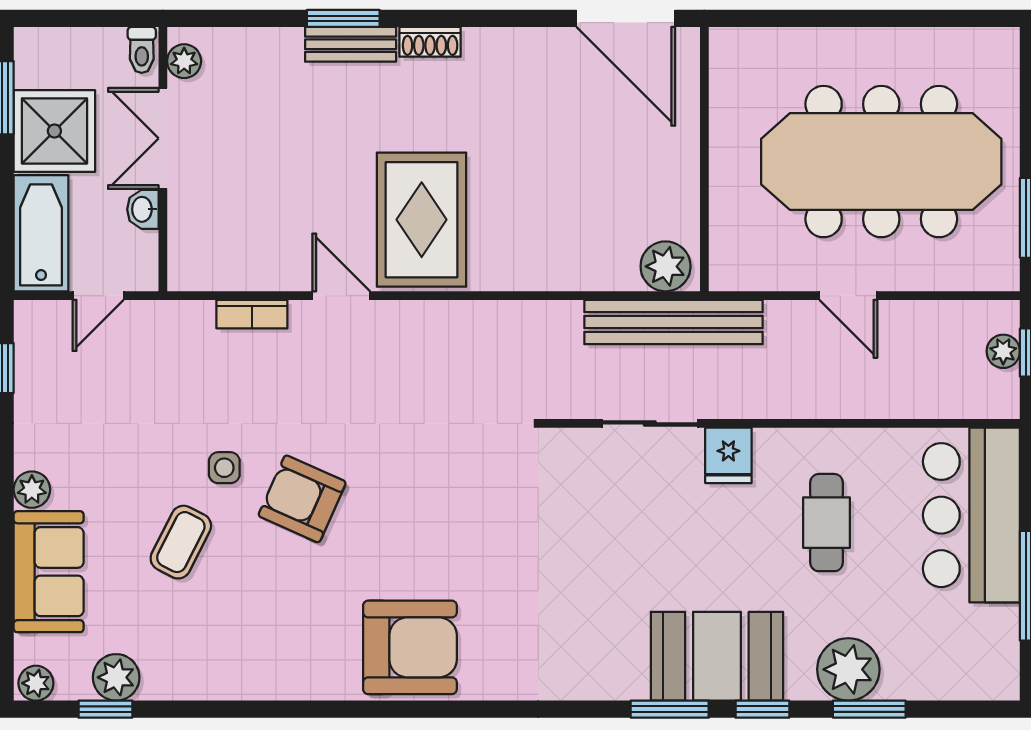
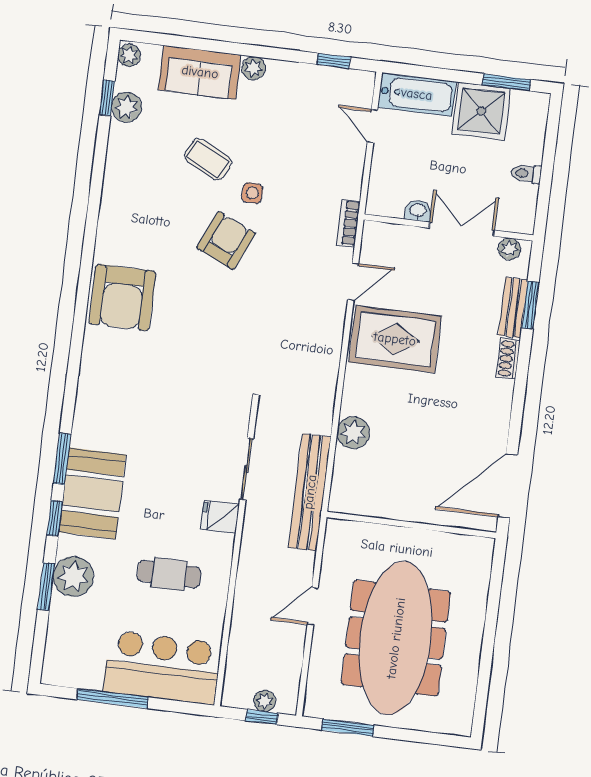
plant: (184, 61) -> (510, 249), moved
double door: (163, 138) -> (462, 229), moved
wall: (163, 159) -> (448, 227), moved
washbasin: (143, 209) -> (418, 211), moved
plant: (666, 266) -> (353, 433), moved

